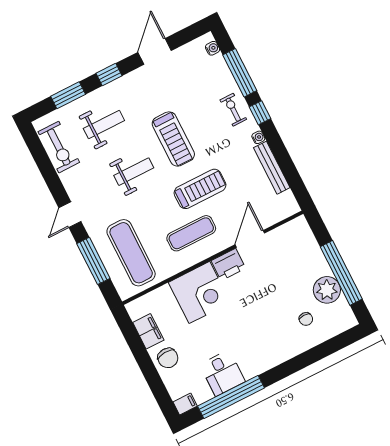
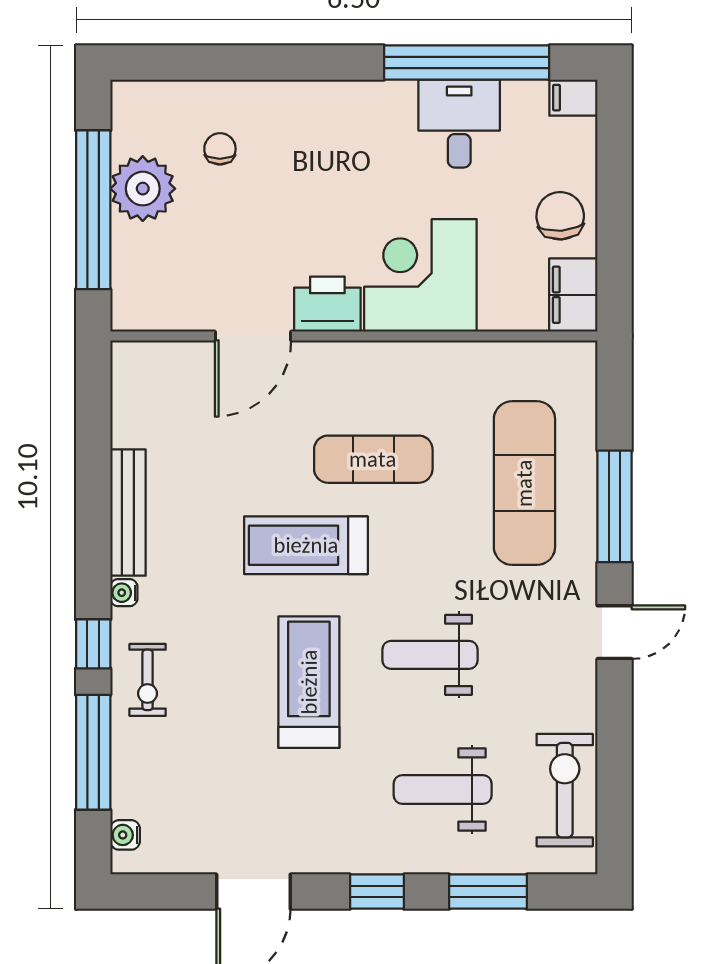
door: (250, 239) -> (253, 336), moved
wall: (213, 258) -> (354, 336), moved
printer: (228, 264) -> (327, 304), moved
corner desk: (199, 292) -> (420, 275), moved

